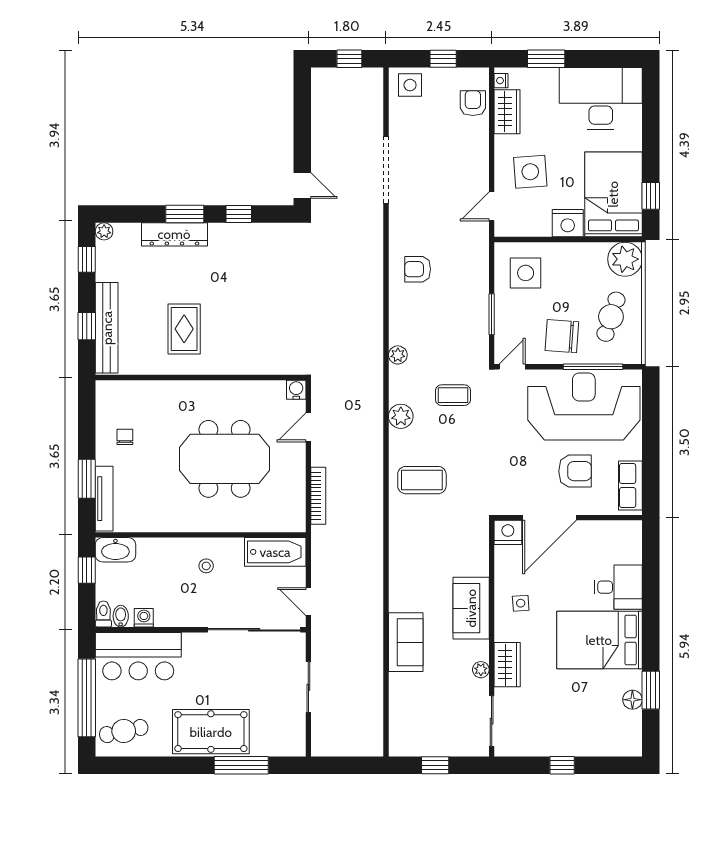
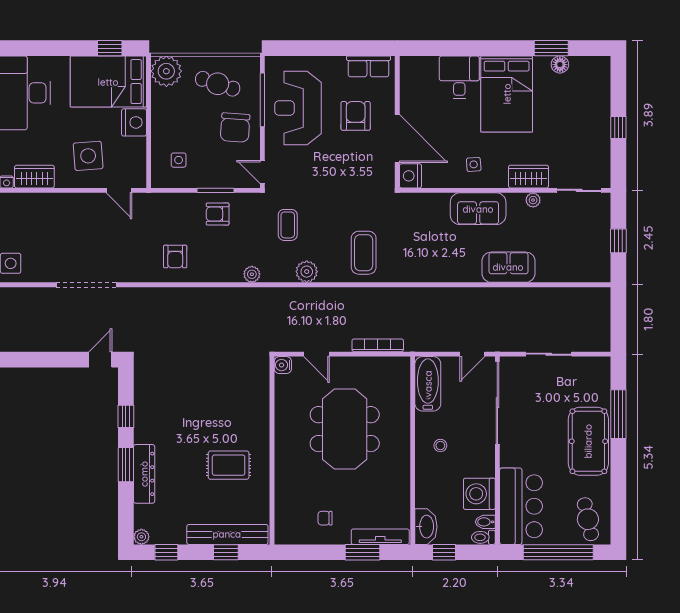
armchair: (473, 103) -> (218, 214), moved
side table: (526, 273) -> (179, 160), width x0.54, depth x0.54
reception desk: (584, 407) -> (298, 108), width x0.74, depth x0.77
washing machine: (144, 618) -> (479, 494), width x1.89, depth x1.89

